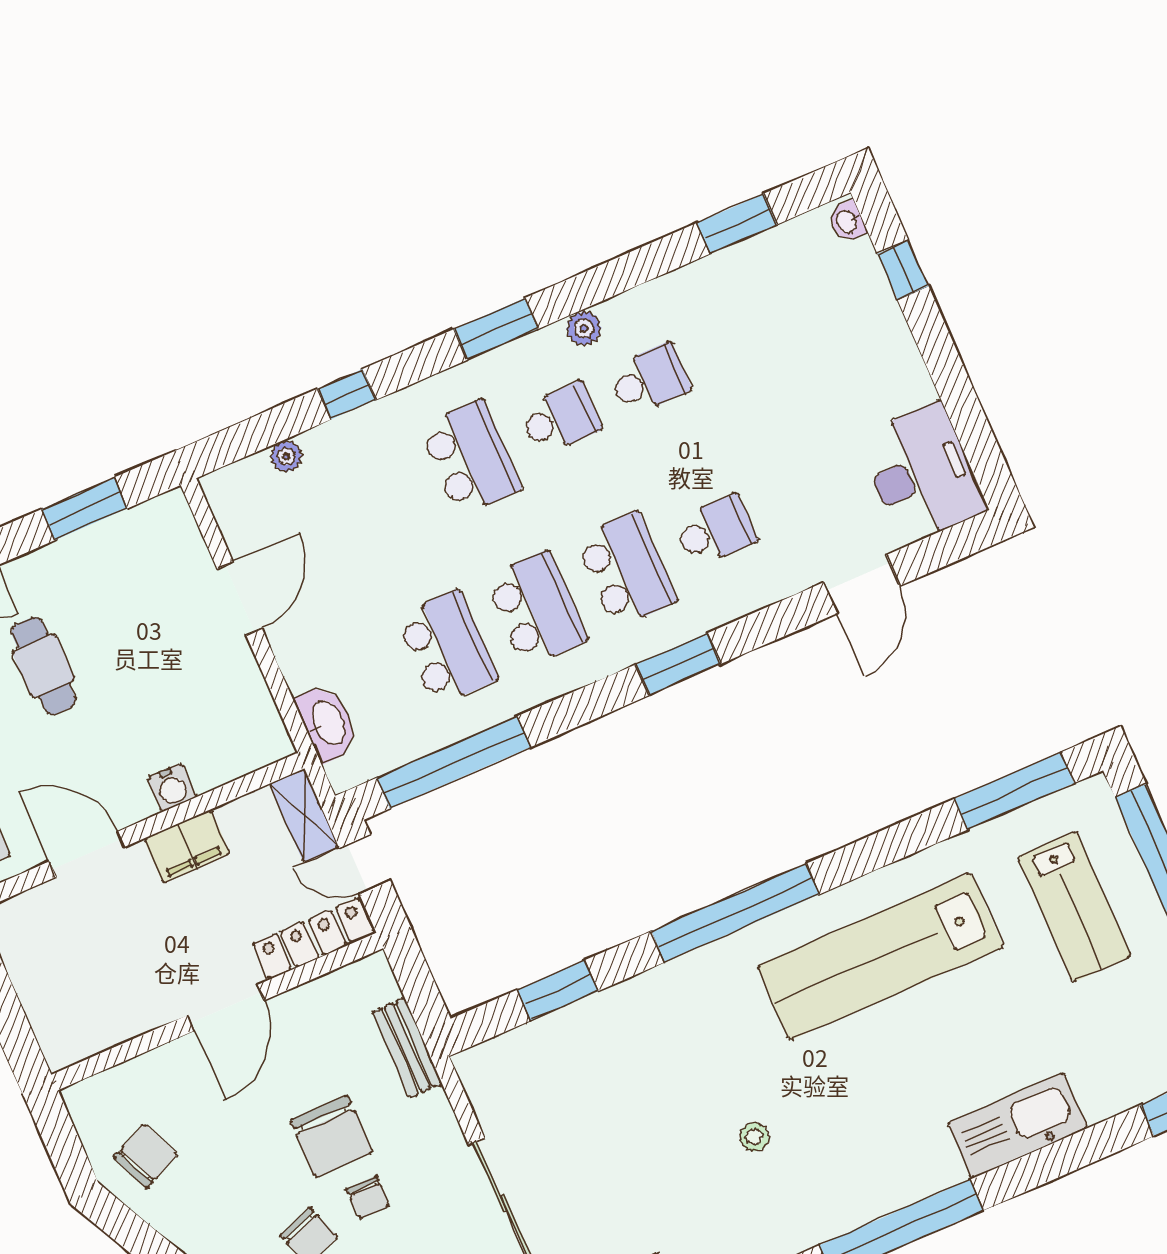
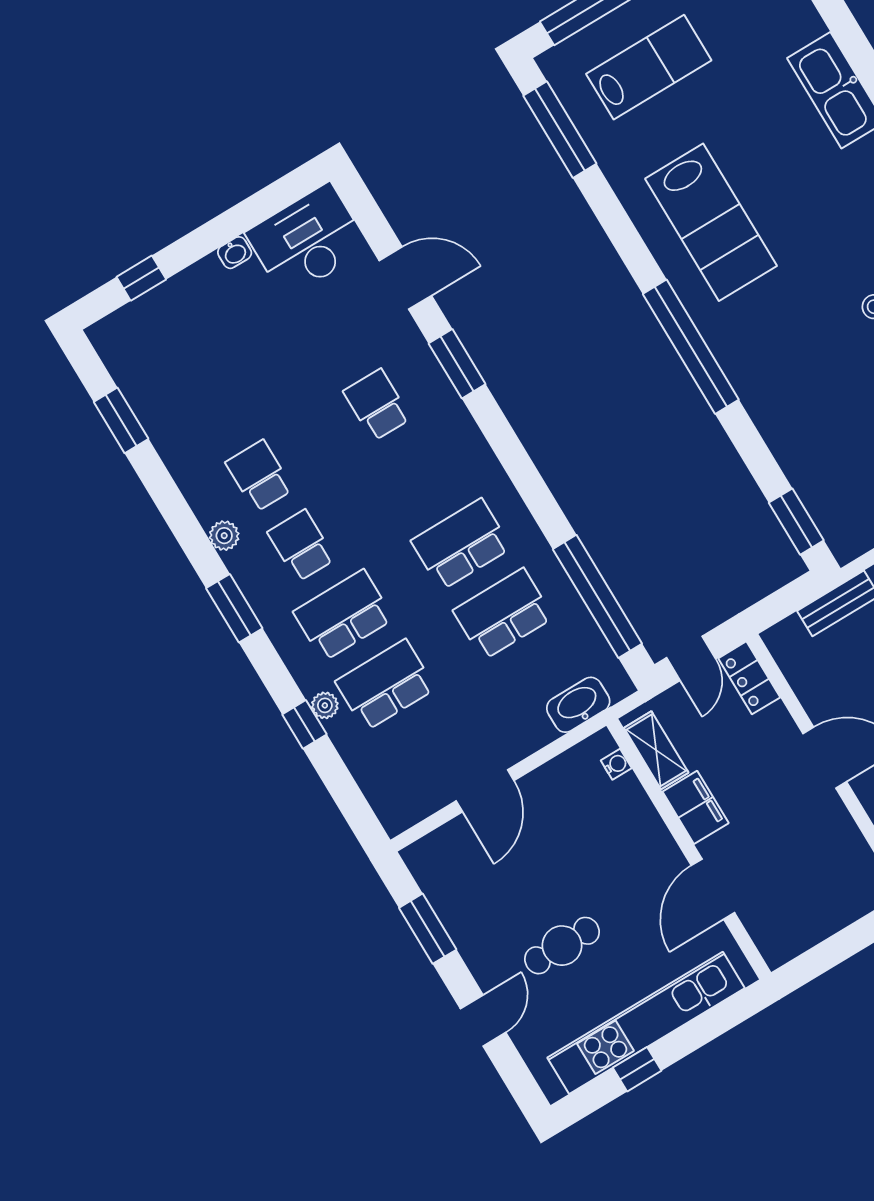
washbasin: (847, 221) -> (235, 253), moved
plant: (286, 456) -> (325, 705), moved
school desk: (626, 570) -> (385, 685), moved
door: (240, 599) -> (485, 791), swing flipped
window: (678, 664) -> (457, 364), moved
water cooler: (172, 787) -> (616, 764), moved, width x0.72, depth x0.72
shelving: (304, 815) -> (656, 750), moved, turned 90
locker: (314, 939) -> (749, 678), width x0.66
lab bench: (880, 956) -> (711, 222), width x0.73
window: (558, 990) -> (796, 522), moved

